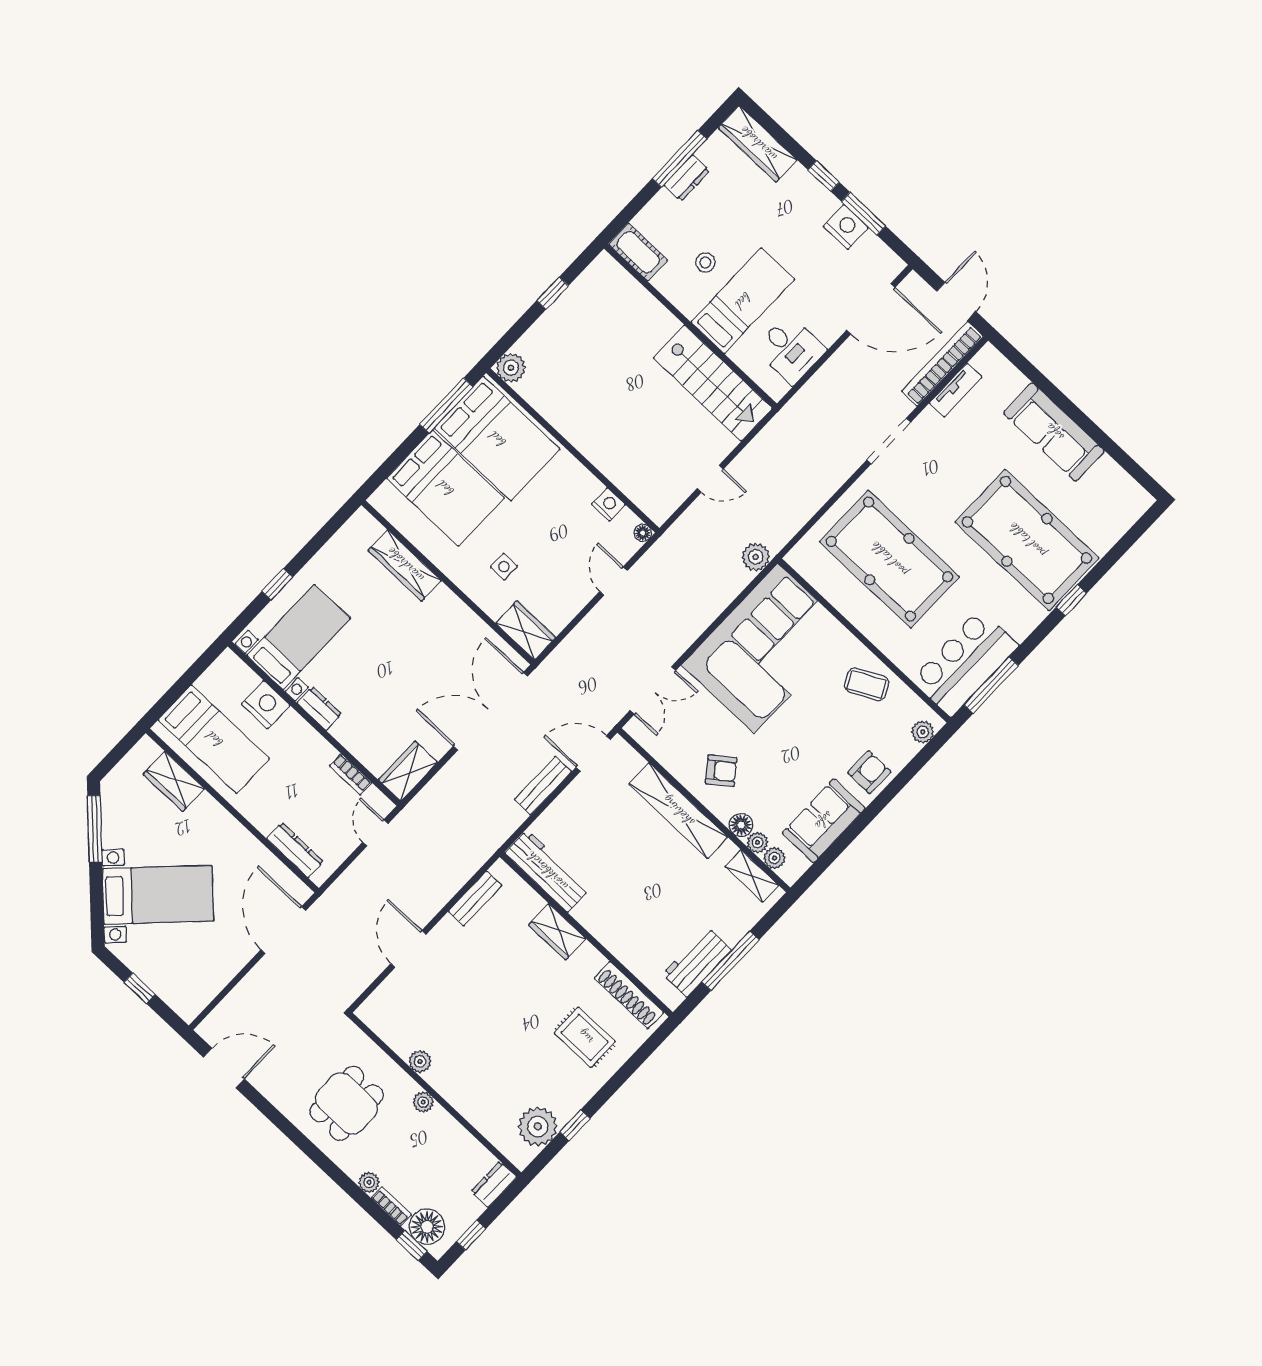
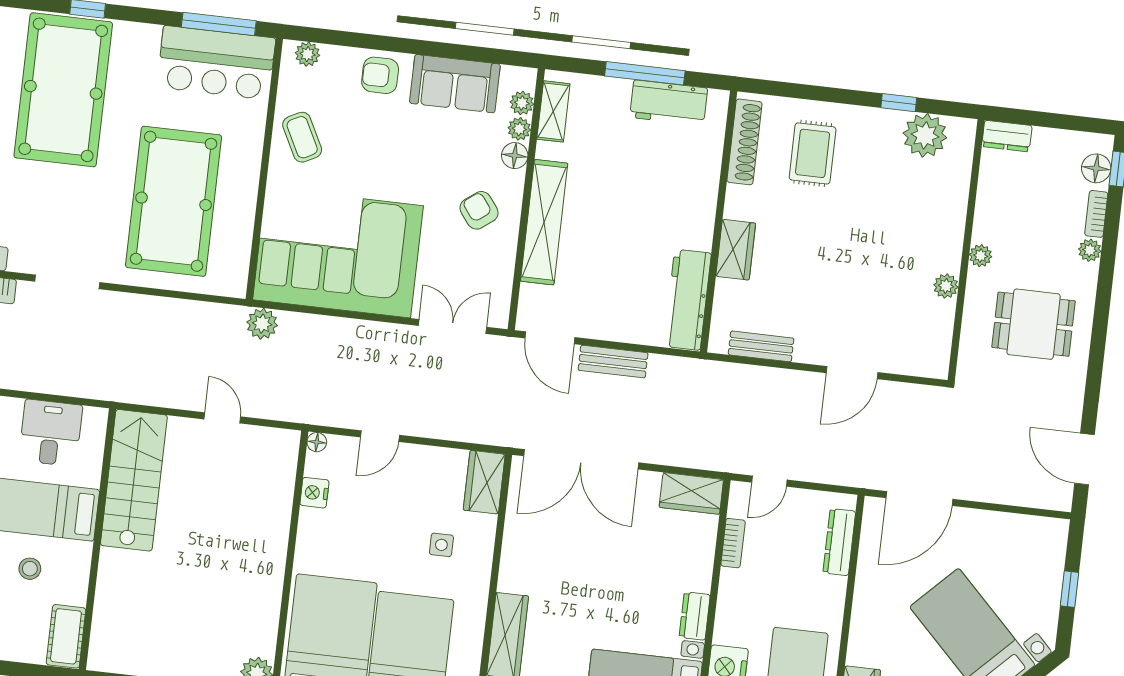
floor lamp: (427, 1227) -> (1096, 168), width x0.73, depth x0.73
window: (471, 1235) -> (1068, 122), removed

